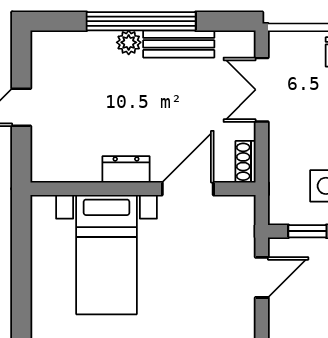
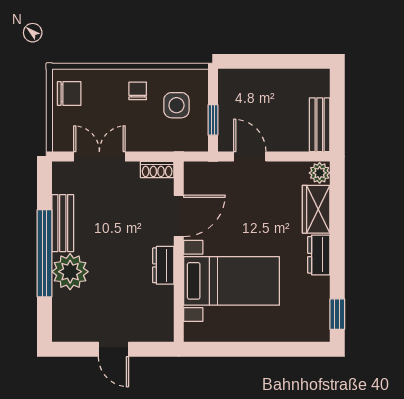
plant: (129, 42) -> (70, 272), width x1.88, depth x1.88
double door: (262, 90) -> (99, 156), swing flipped
door: (188, 189) -> (179, 216), swing flipped

